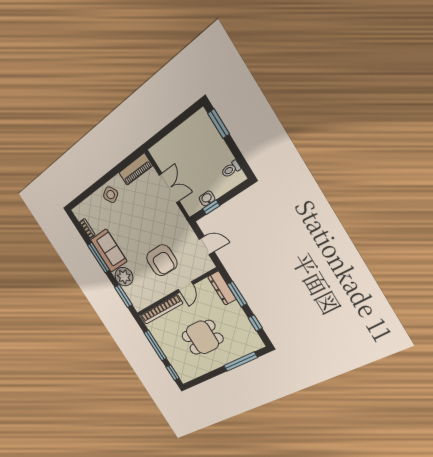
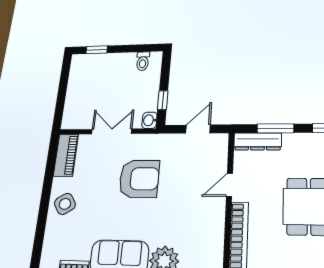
window: (219, 124) -> (97, 50), width x0.67
washbasin: (207, 199) -> (149, 120), moved
armchair: (162, 260) -> (139, 179), moved
door: (186, 287) -> (229, 185), swing flipped

